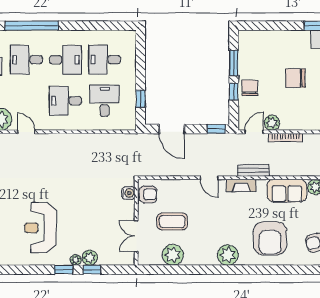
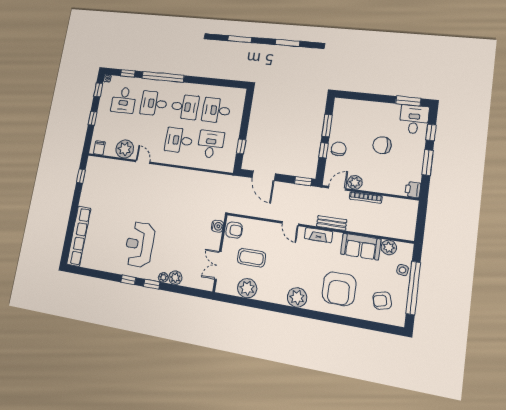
window: (92, 270) -> (128, 280), moved

